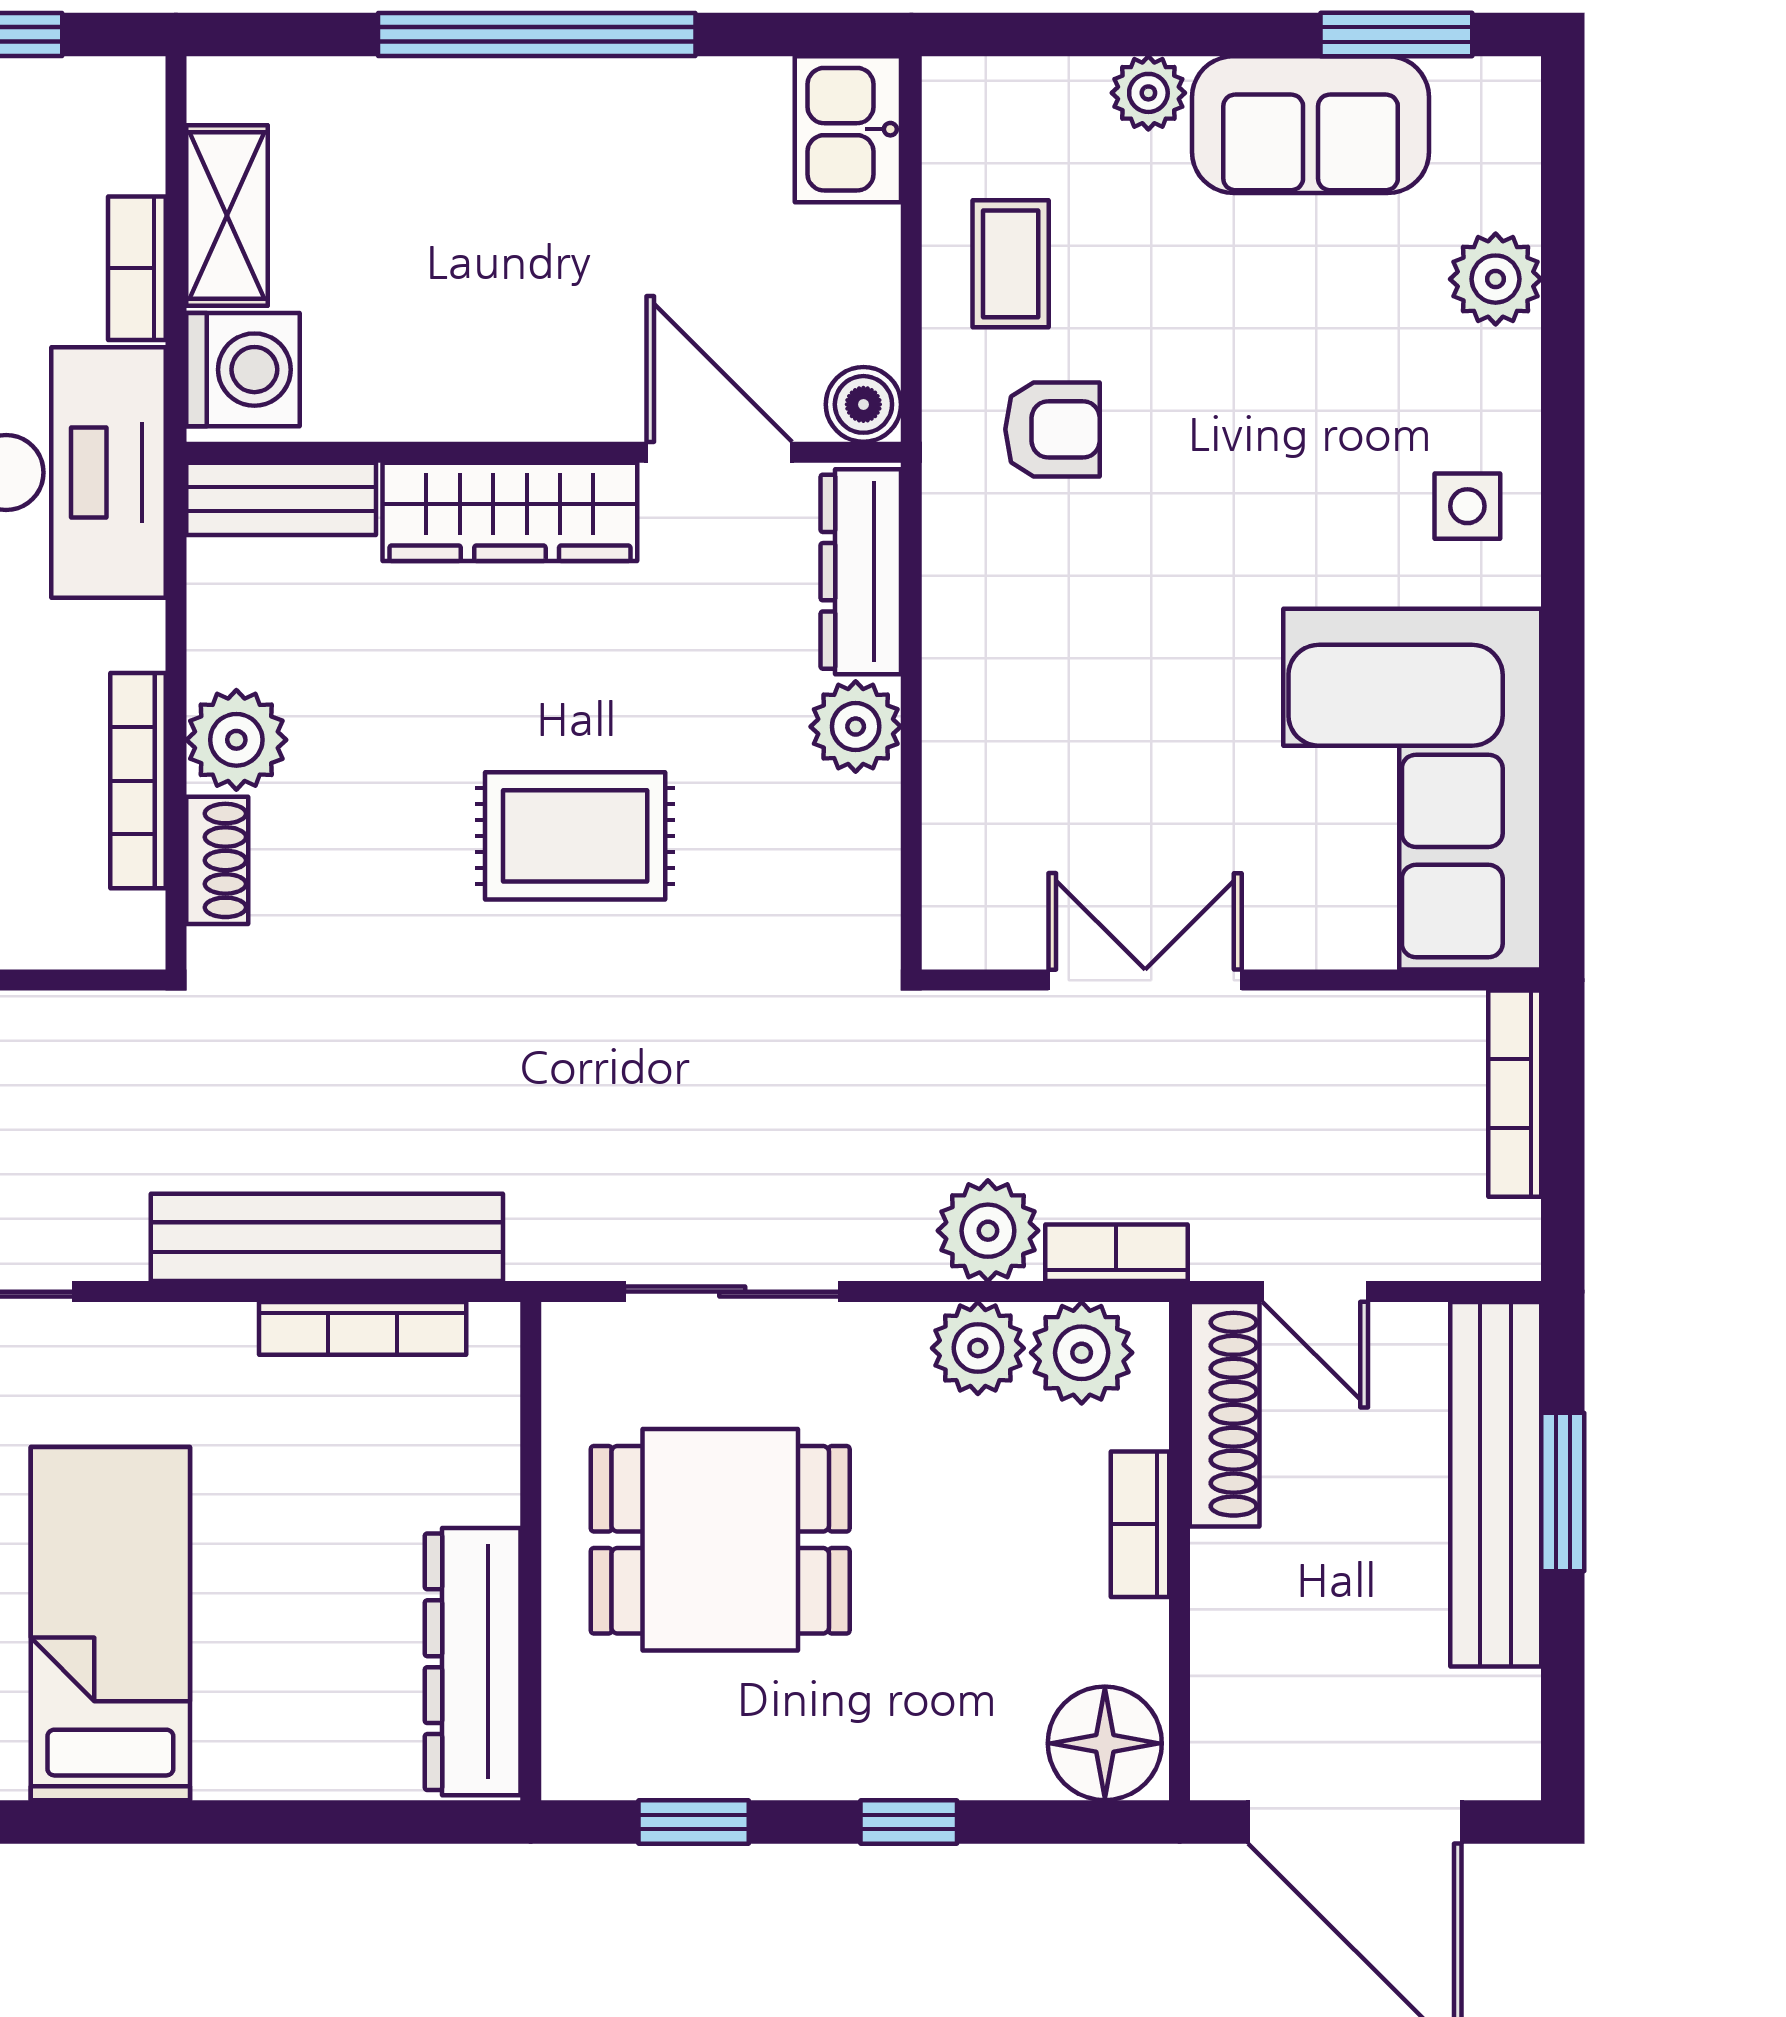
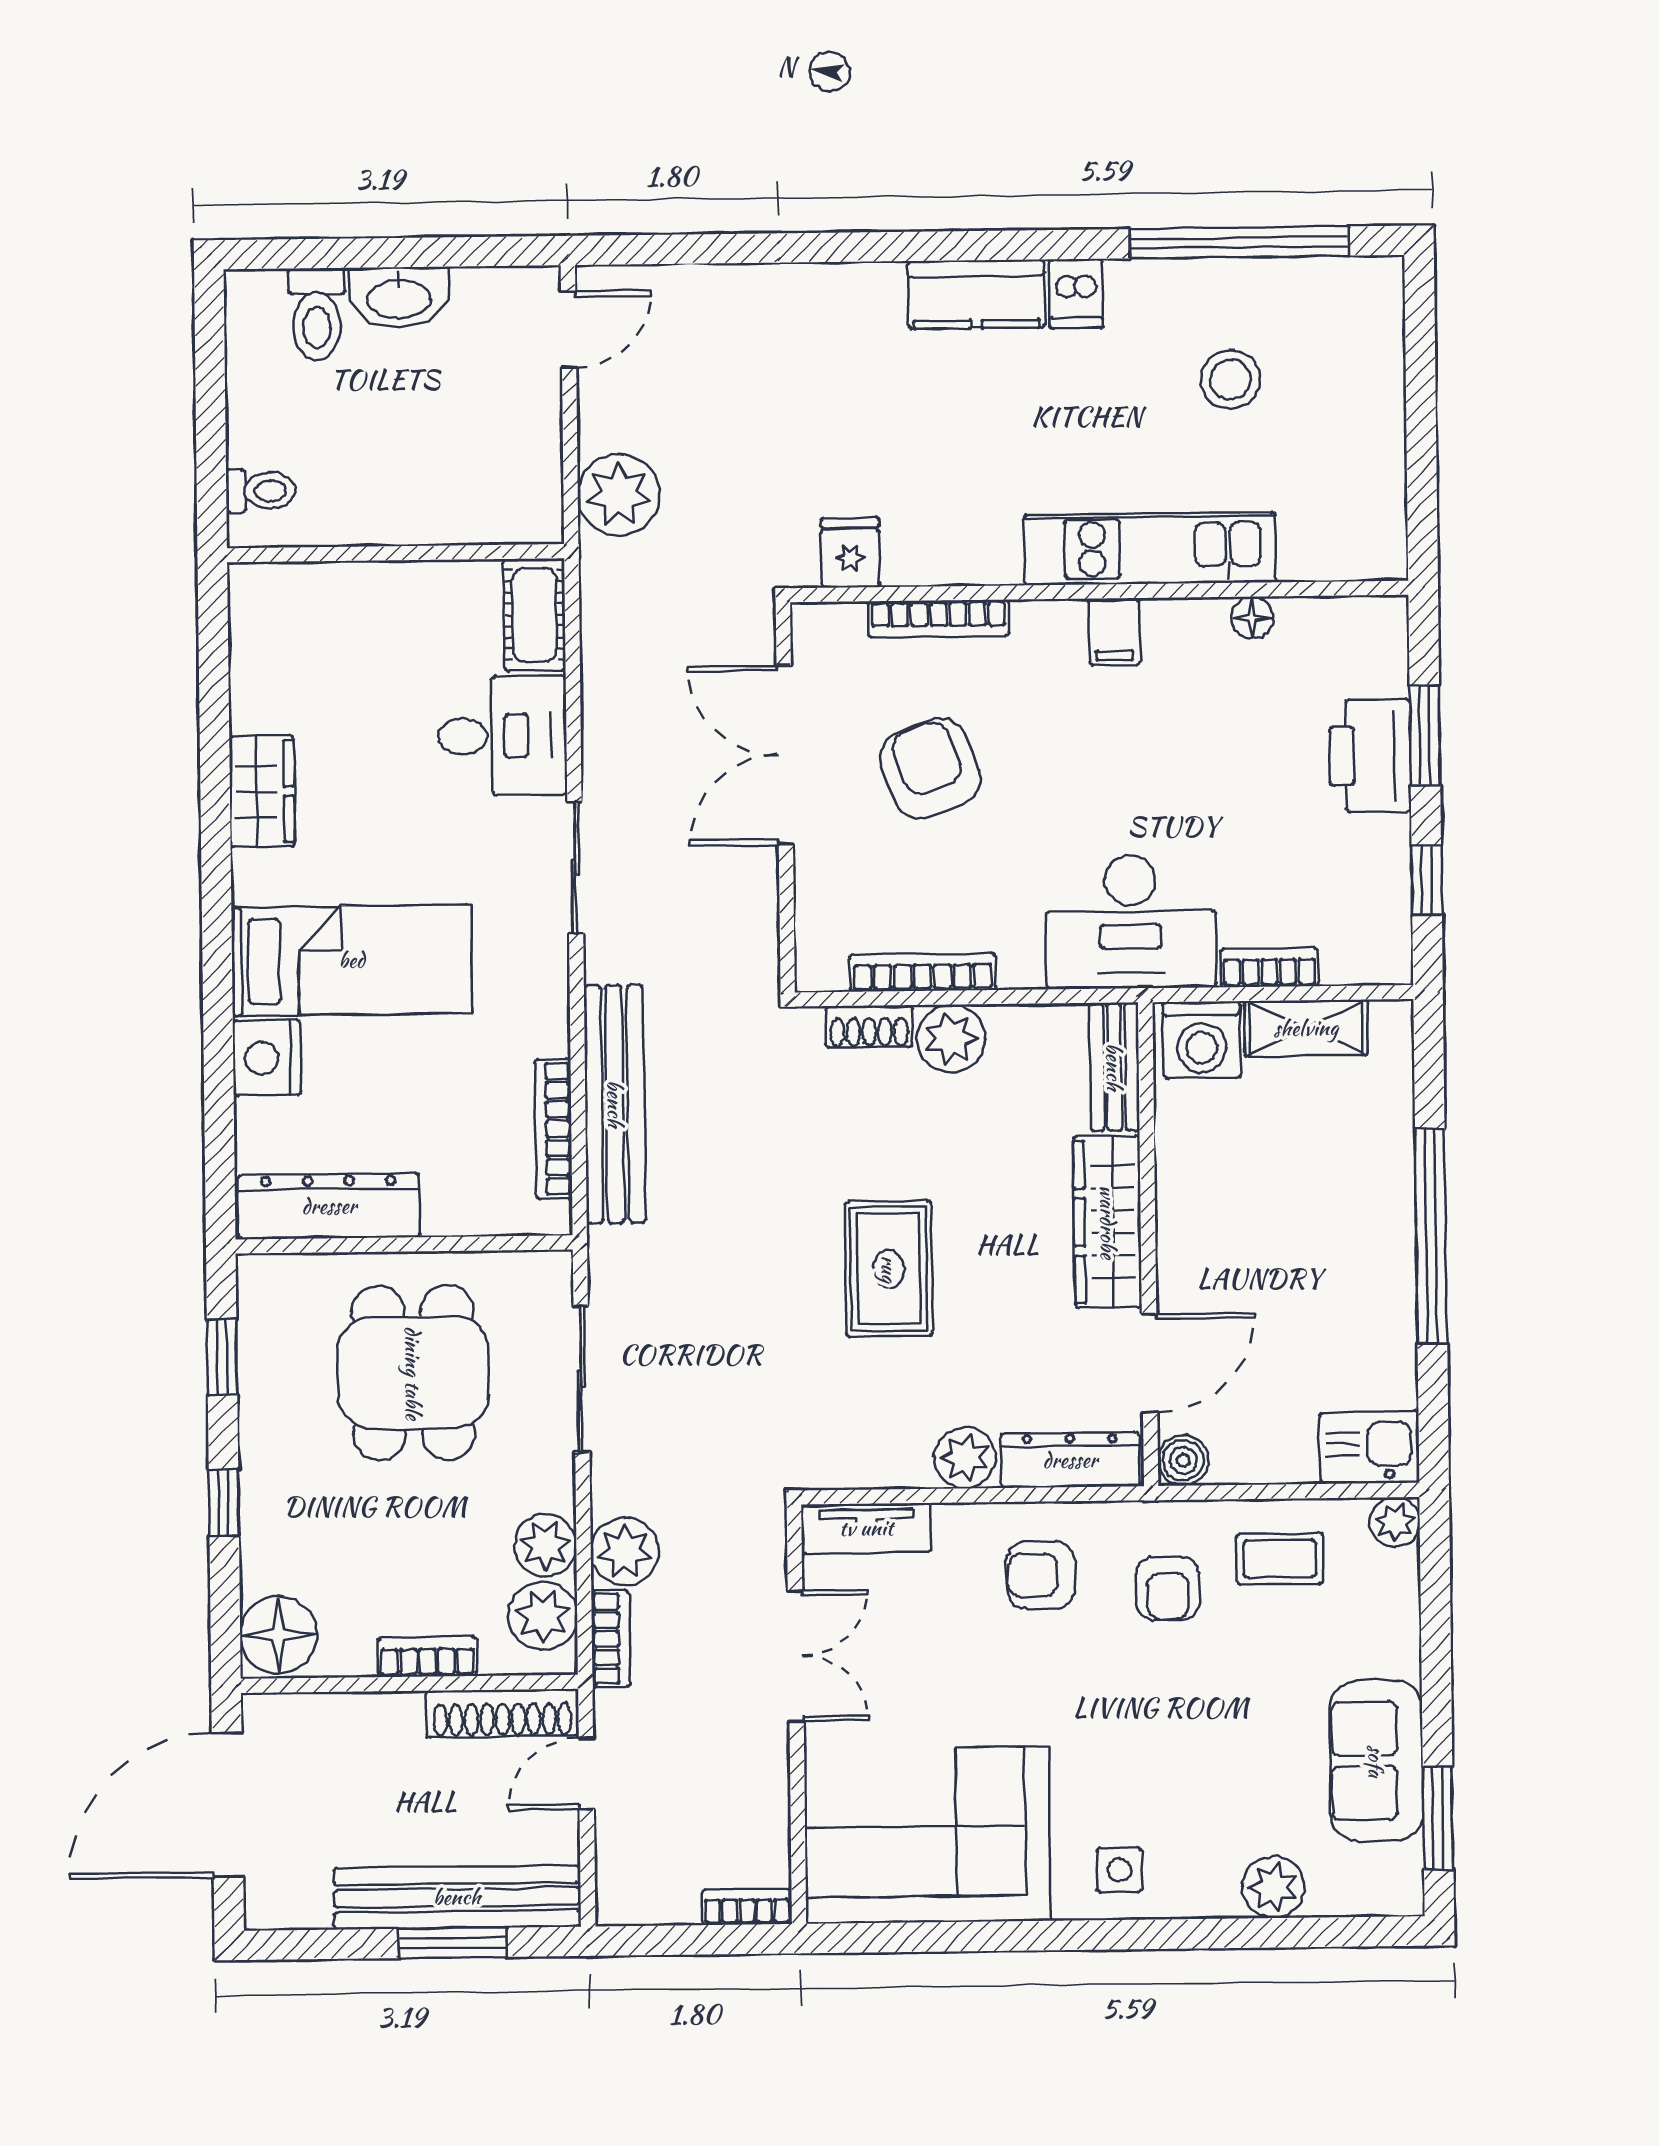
plant: (1148, 93) -> (1395, 1522), moved
armchair: (1030, 617) -> (1041, 1575), added
tv unit: (958, 874) -> (866, 1528), added
bookcase: (1515, 1094) -> (747, 1907), width x0.64
nightstand: (253, 1750) -> (267, 1058), added

